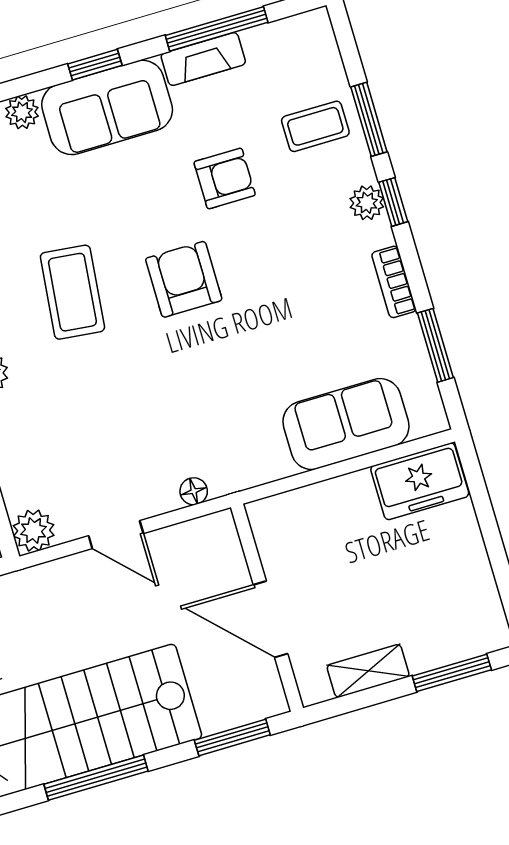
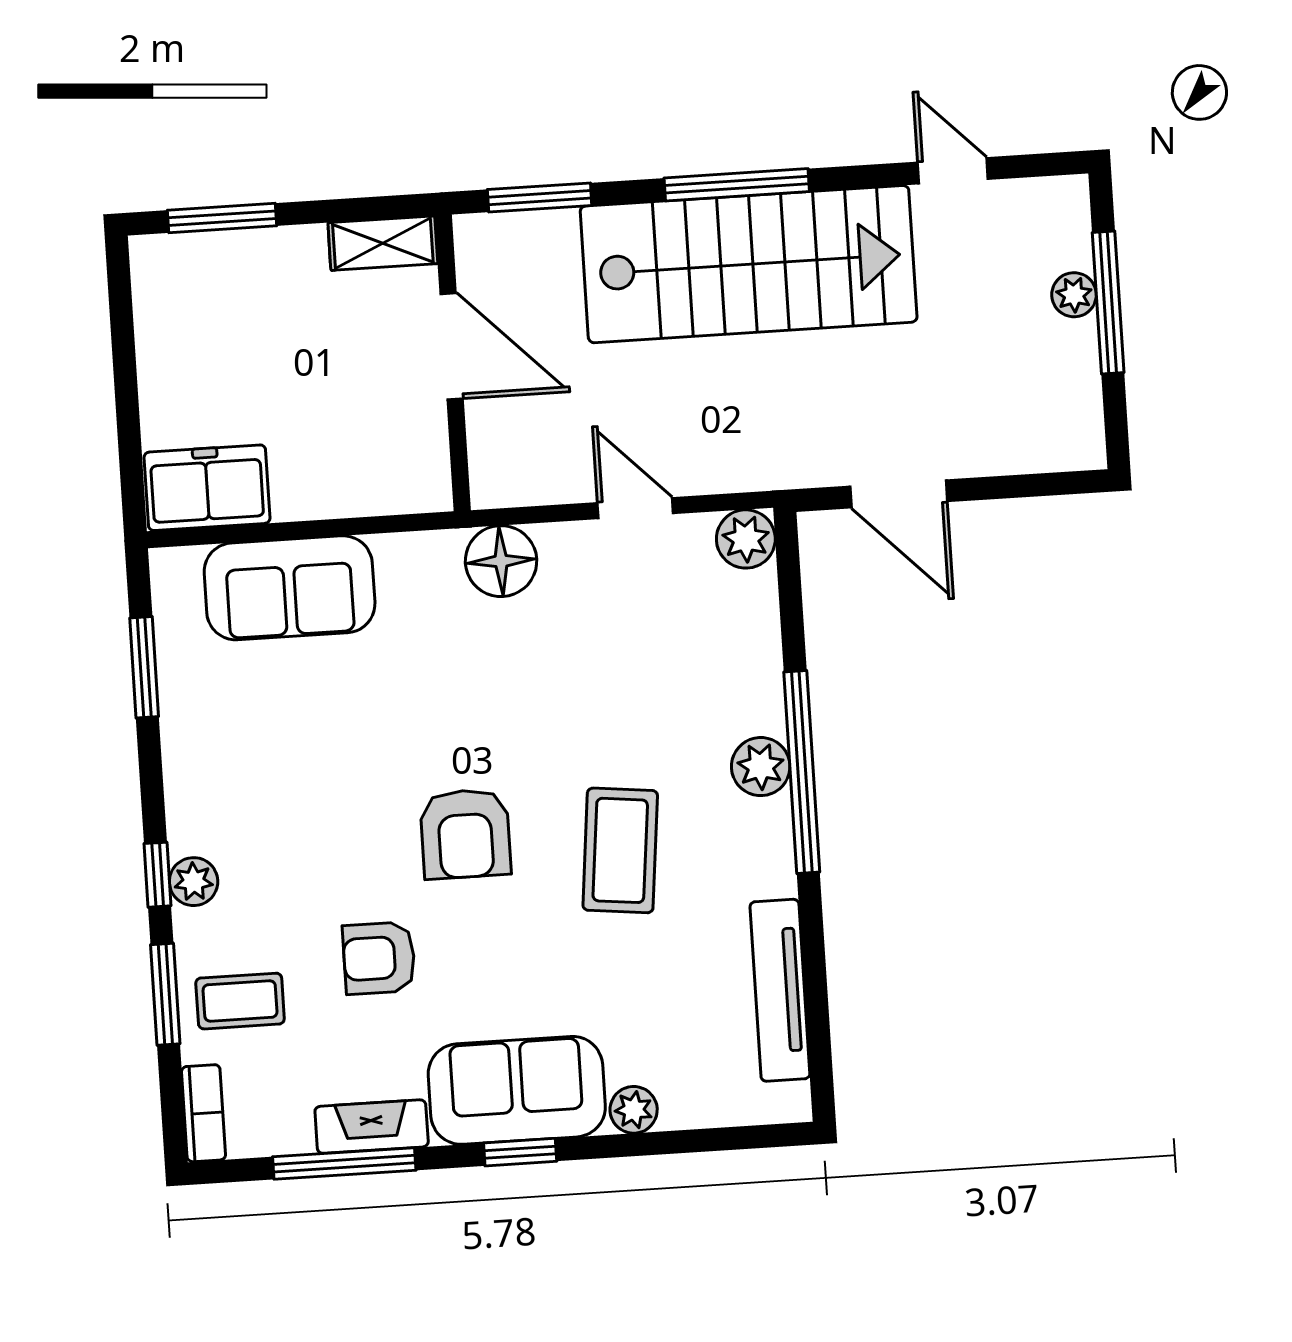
bookcase: (394, 282) -> (204, 1113), moved
floor lamp: (194, 491) -> (501, 561), width x1.89, depth x1.89
shelving: (368, 671) -> (383, 243), moved

